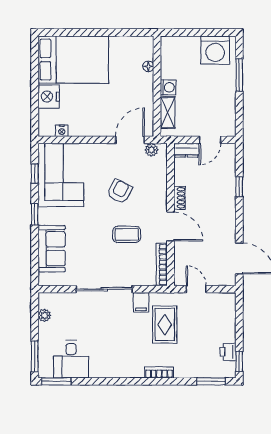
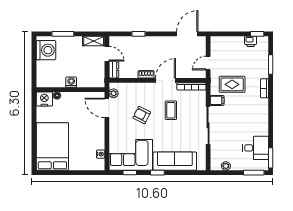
nightstand: (49, 97) -> (44, 99), moved, turned 180
shelving: (168, 112) -> (94, 41), moved
sofa: (52, 249) -> (175, 161), width x1.36
window: (211, 381) -> (271, 64), moved

